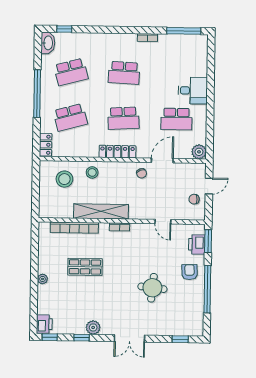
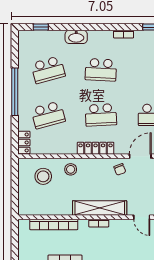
washbasin: (48, 43) -> (76, 37), moved, turned 90
shelving: (101, 211) -> (100, 208), moved

